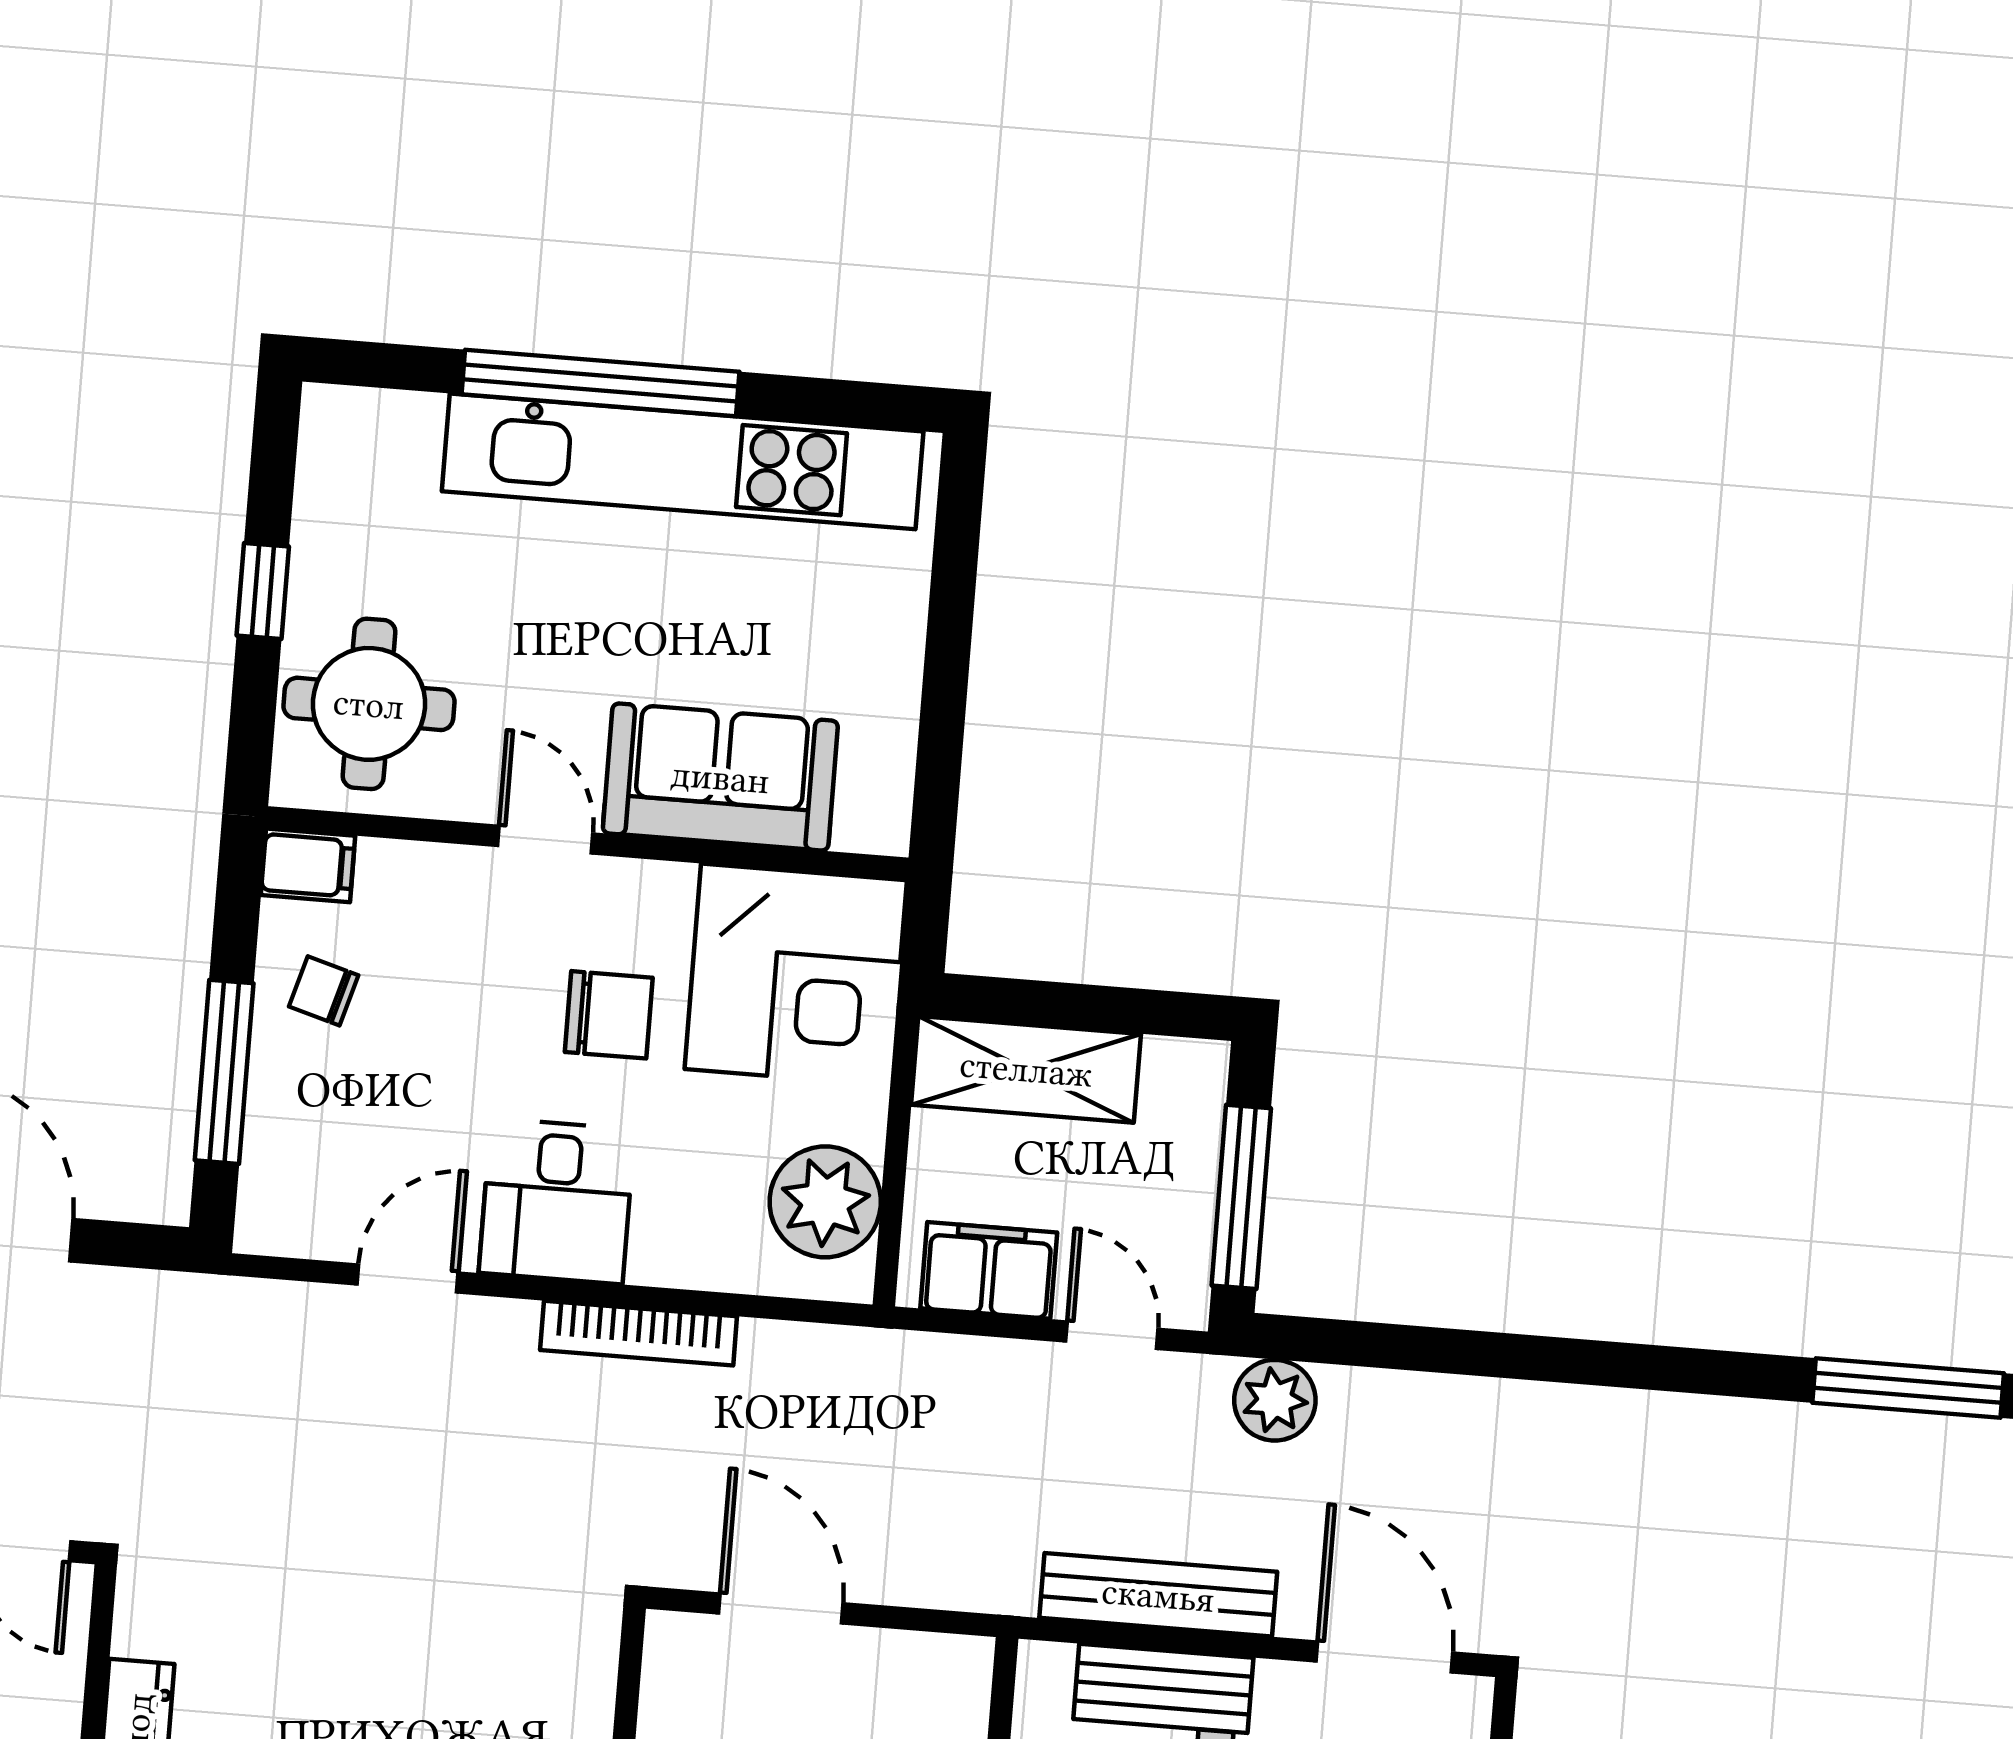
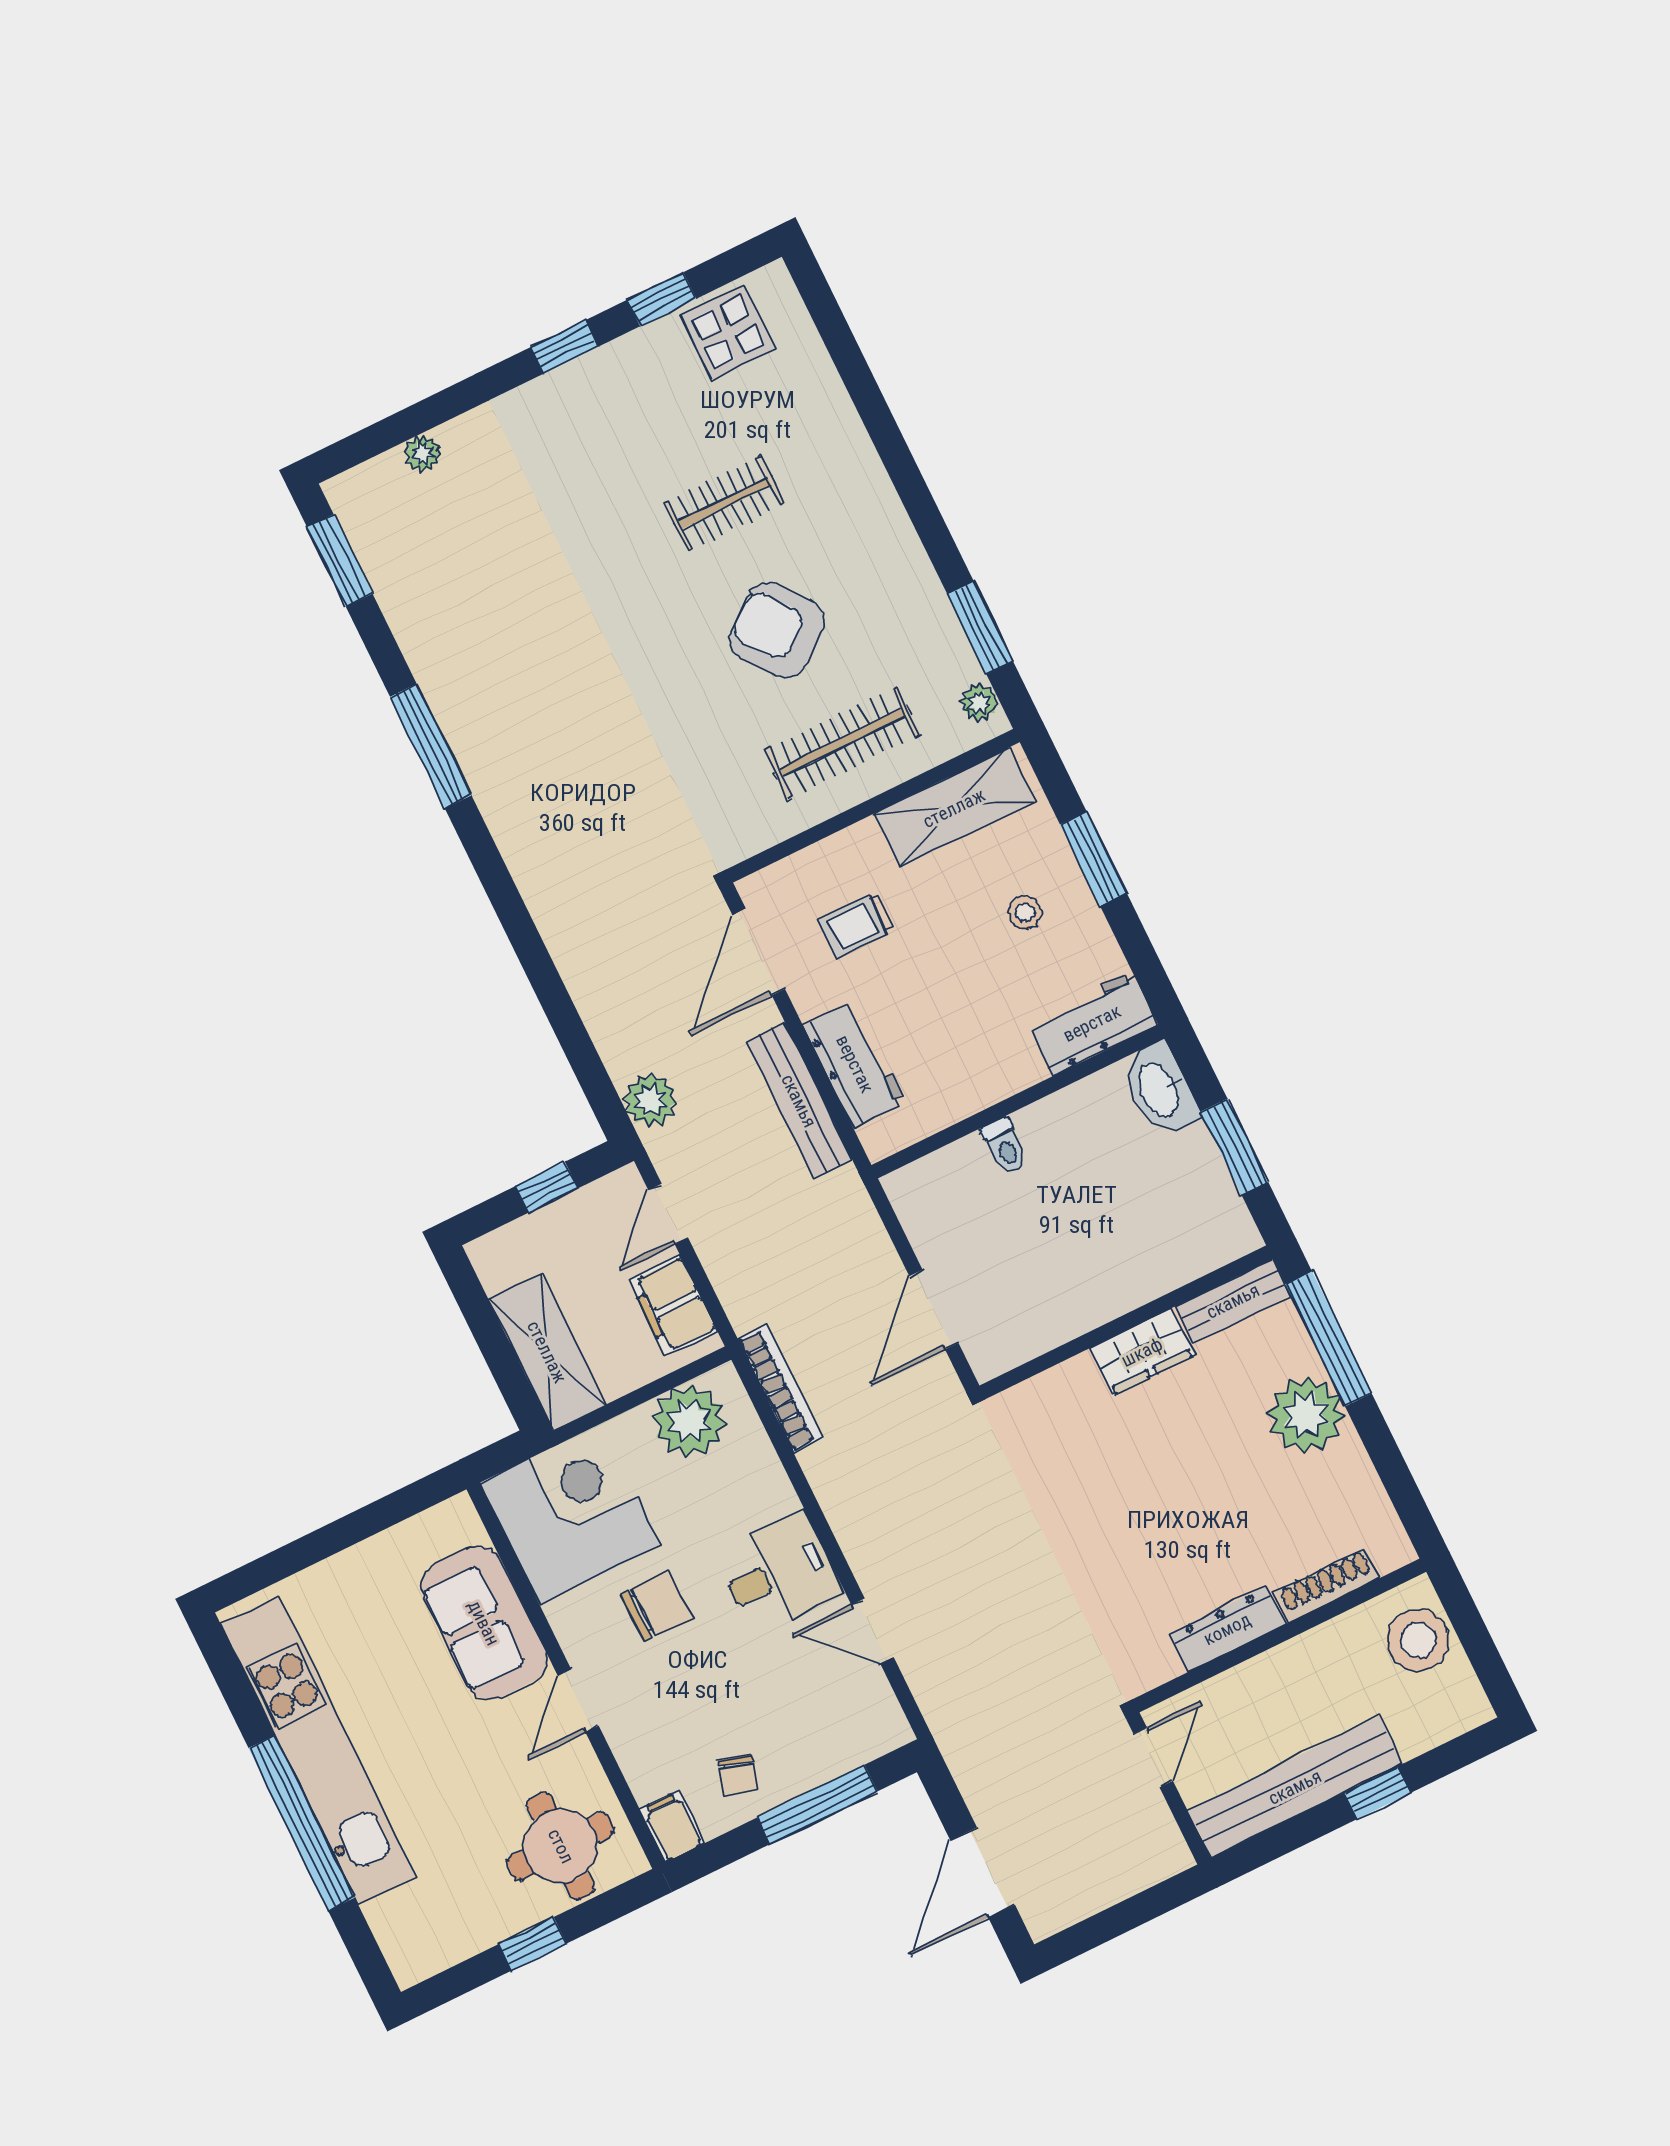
chair: (609, 1015) -> (656, 1606), turned 90
window: (1241, 1197) -> (547, 1187), width x0.46
bookcase: (639, 1333) -> (780, 1389), moved

